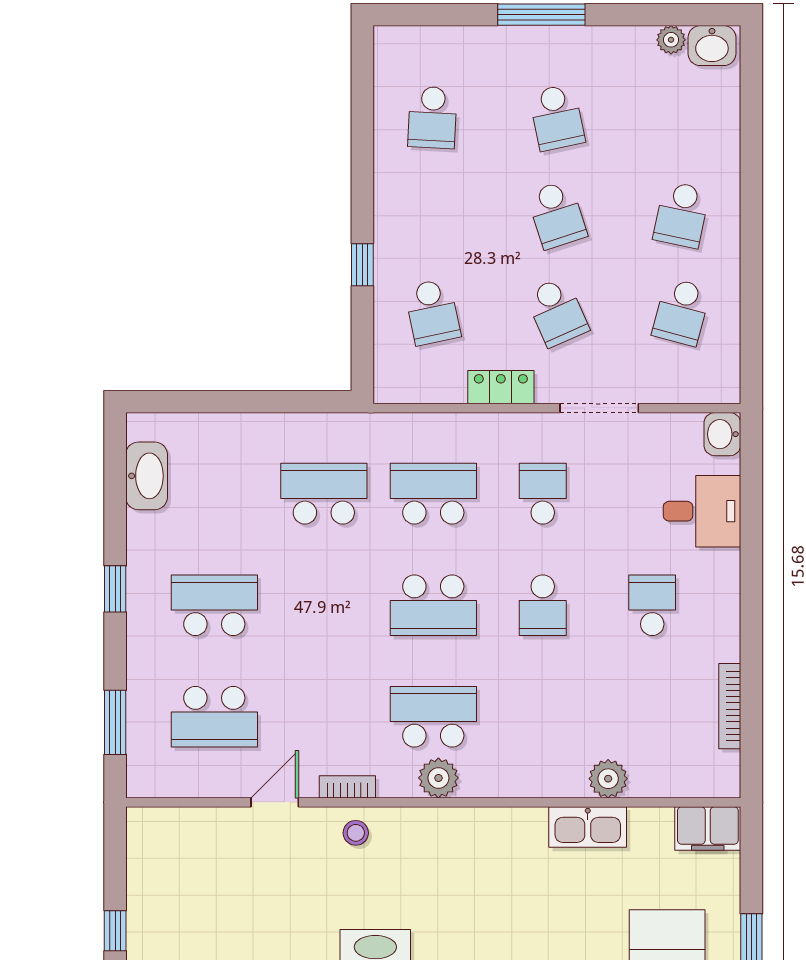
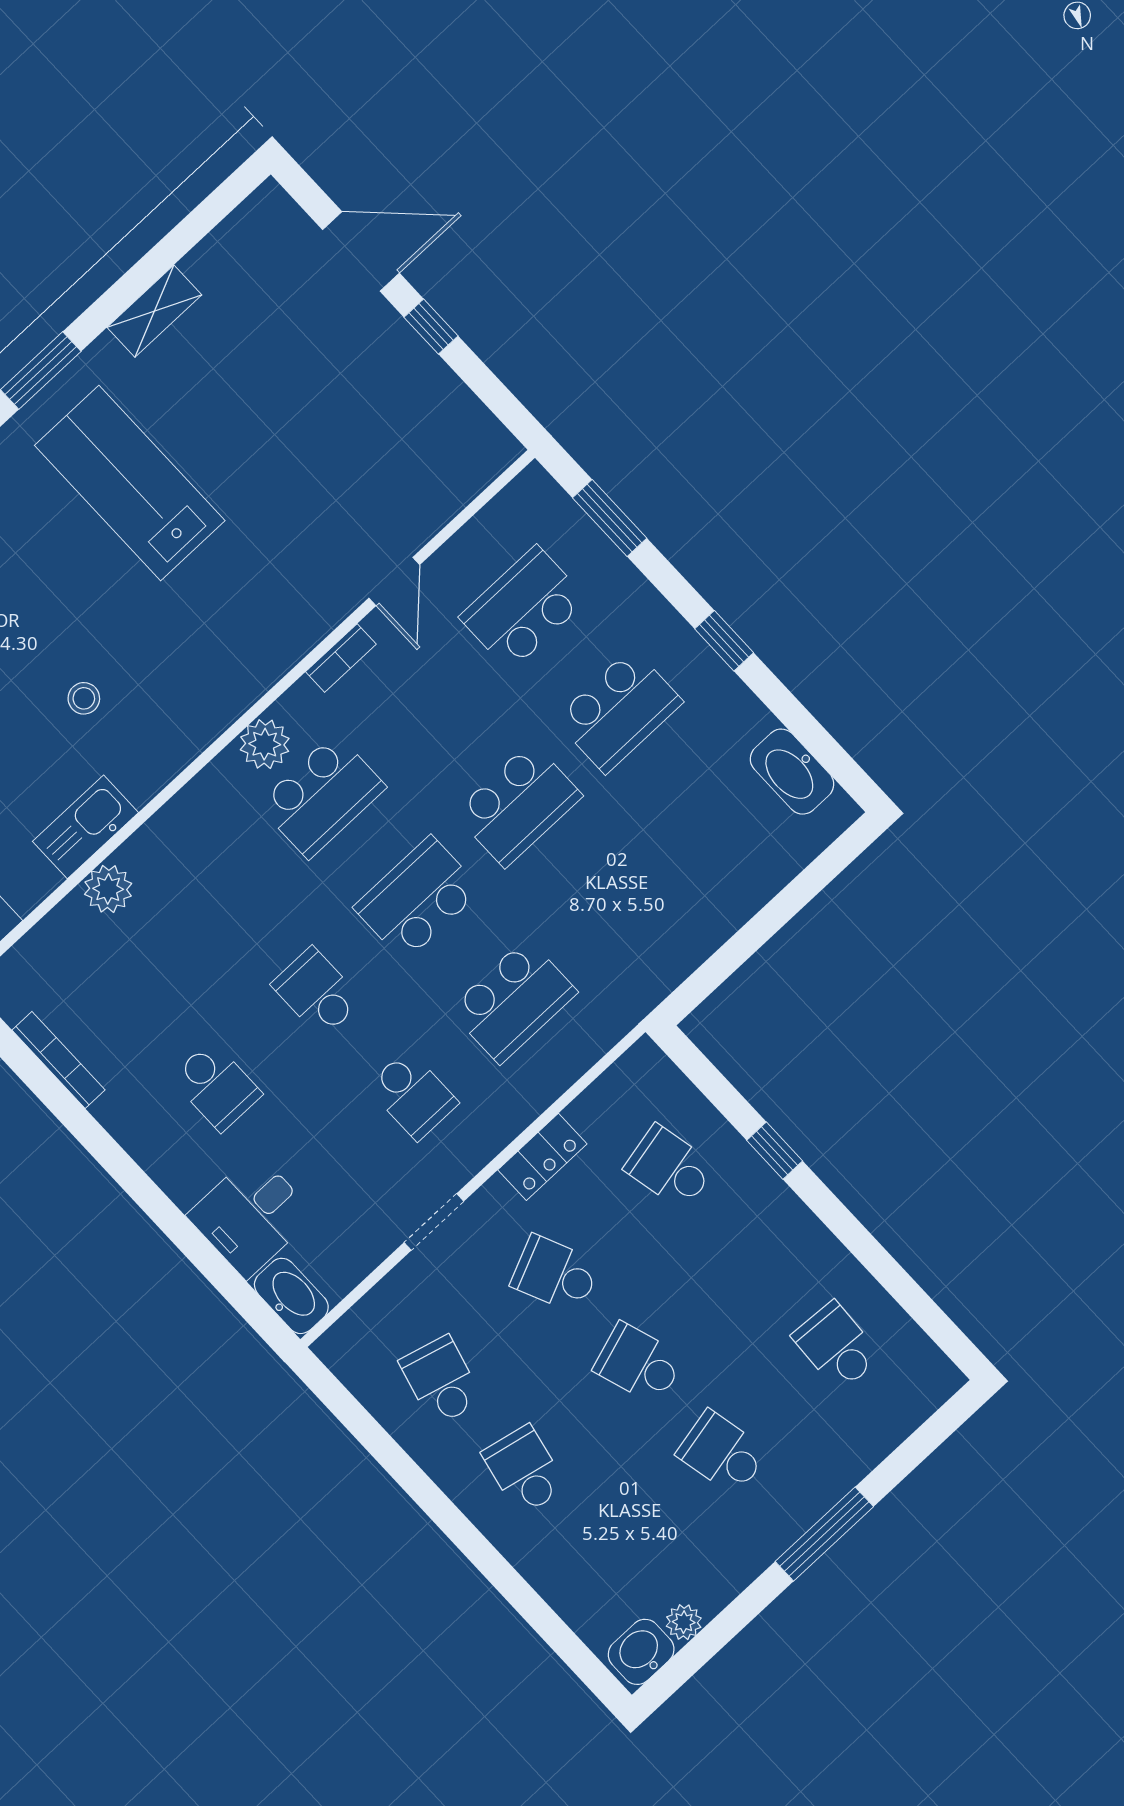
doorway: (599, 408) -> (434, 1222), width x0.73
washbasin: (722, 434) -> (291, 1296), width x1.38
school desk: (324, 494) -> (518, 805), moved
stool: (356, 833) -> (84, 698), moved

